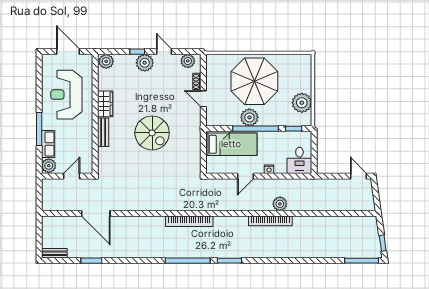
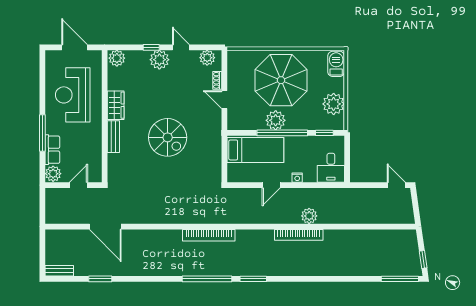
barbecue: (304, 67) -> (336, 64), added

